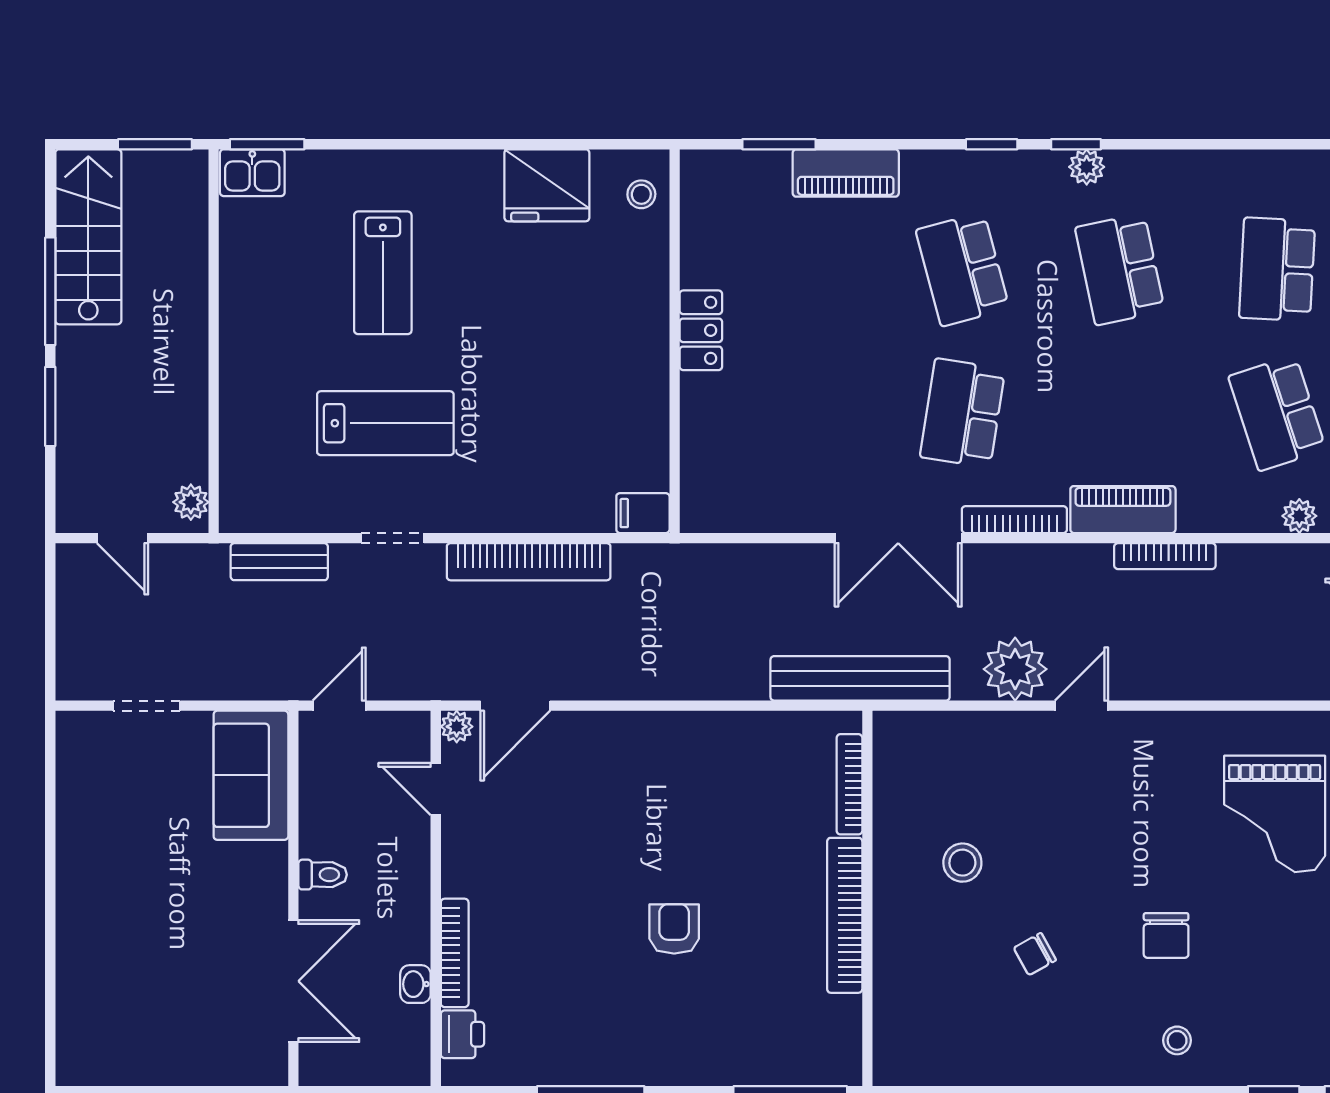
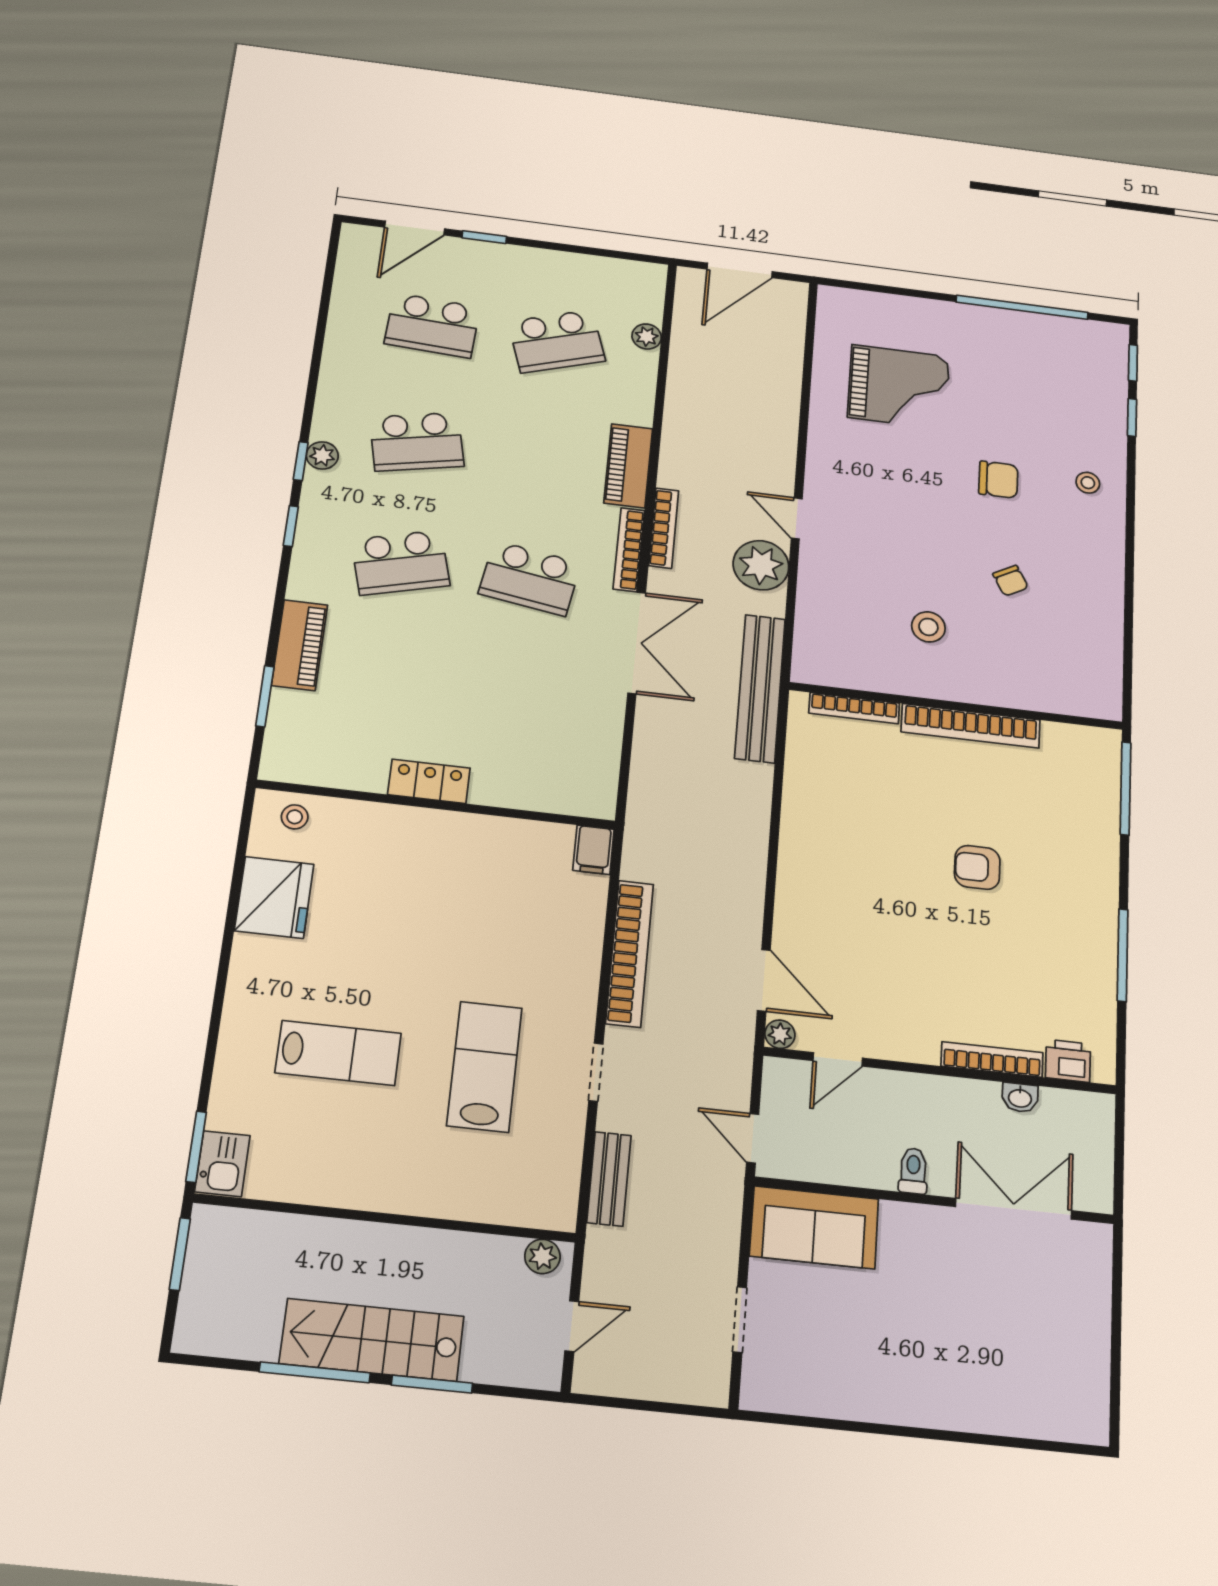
stairs: (88, 237) -> (372, 1340), moved
bookcase: (1165, 556) -> (664, 528), moved

